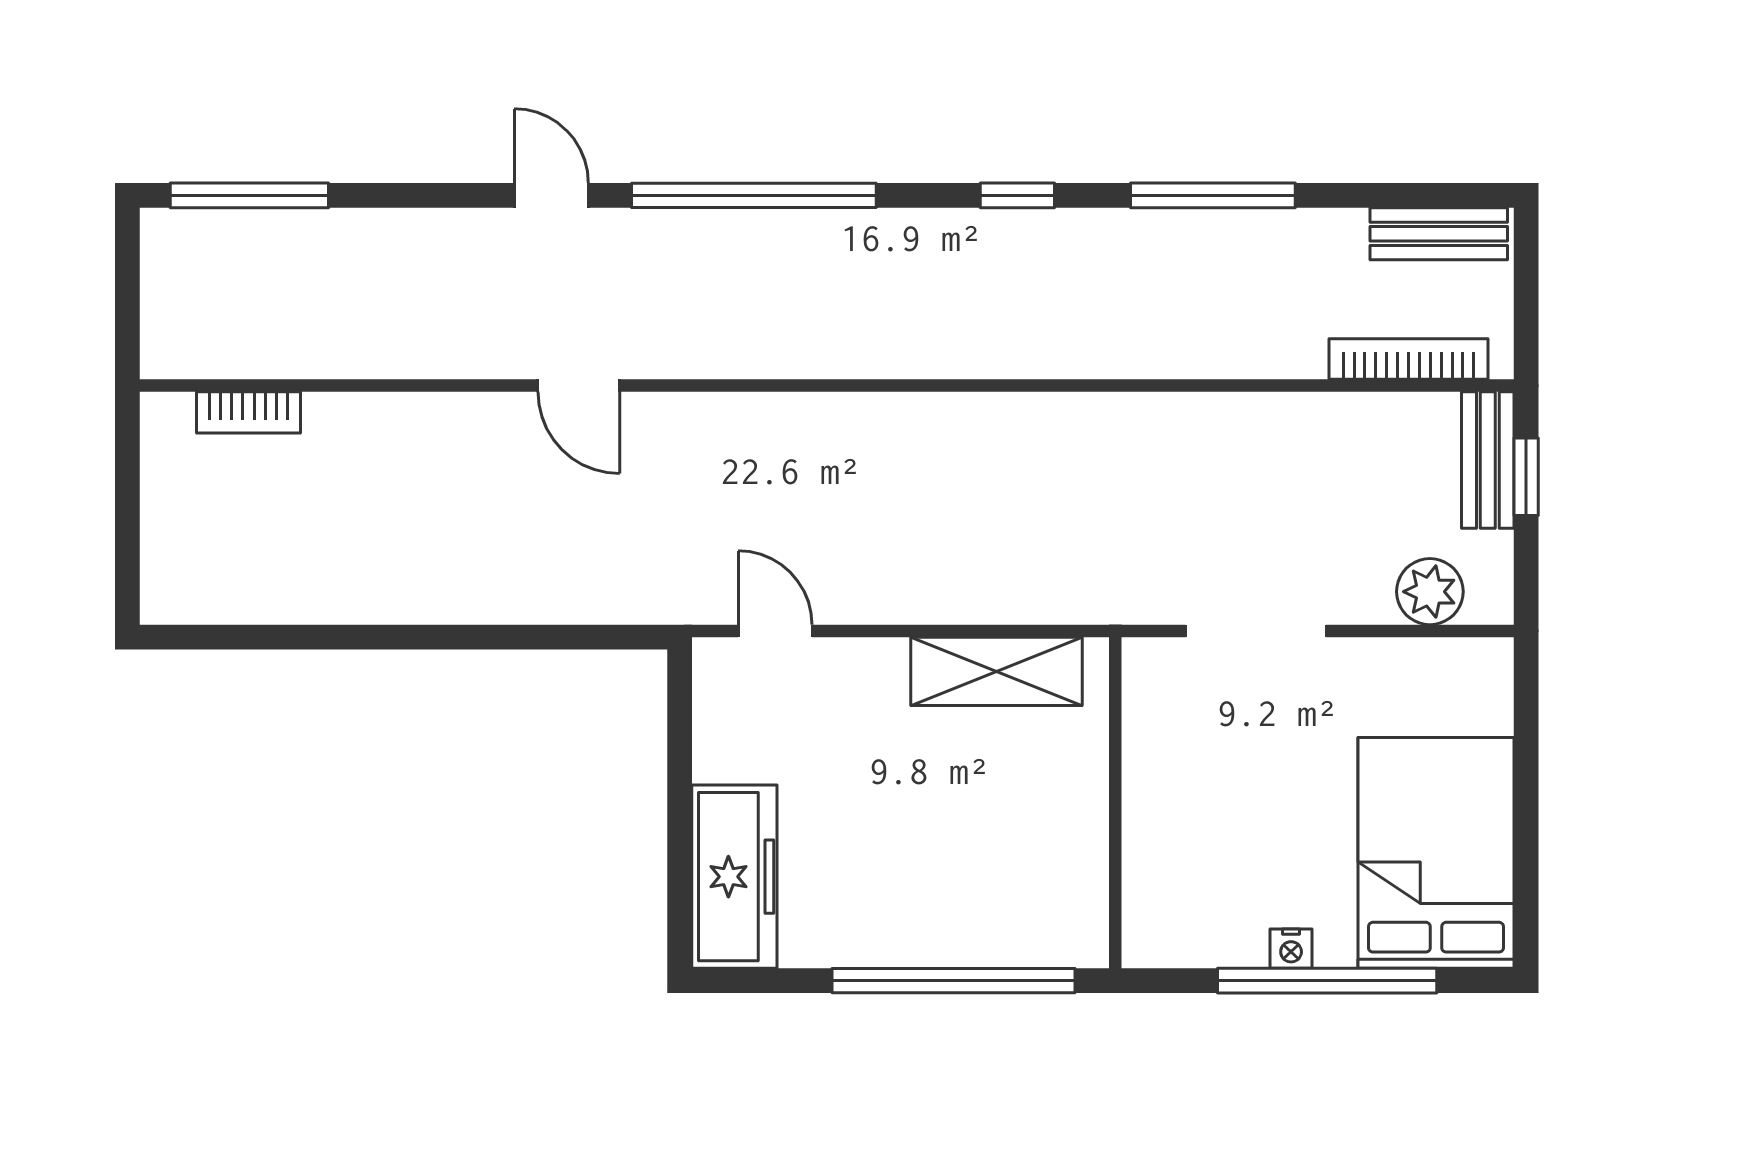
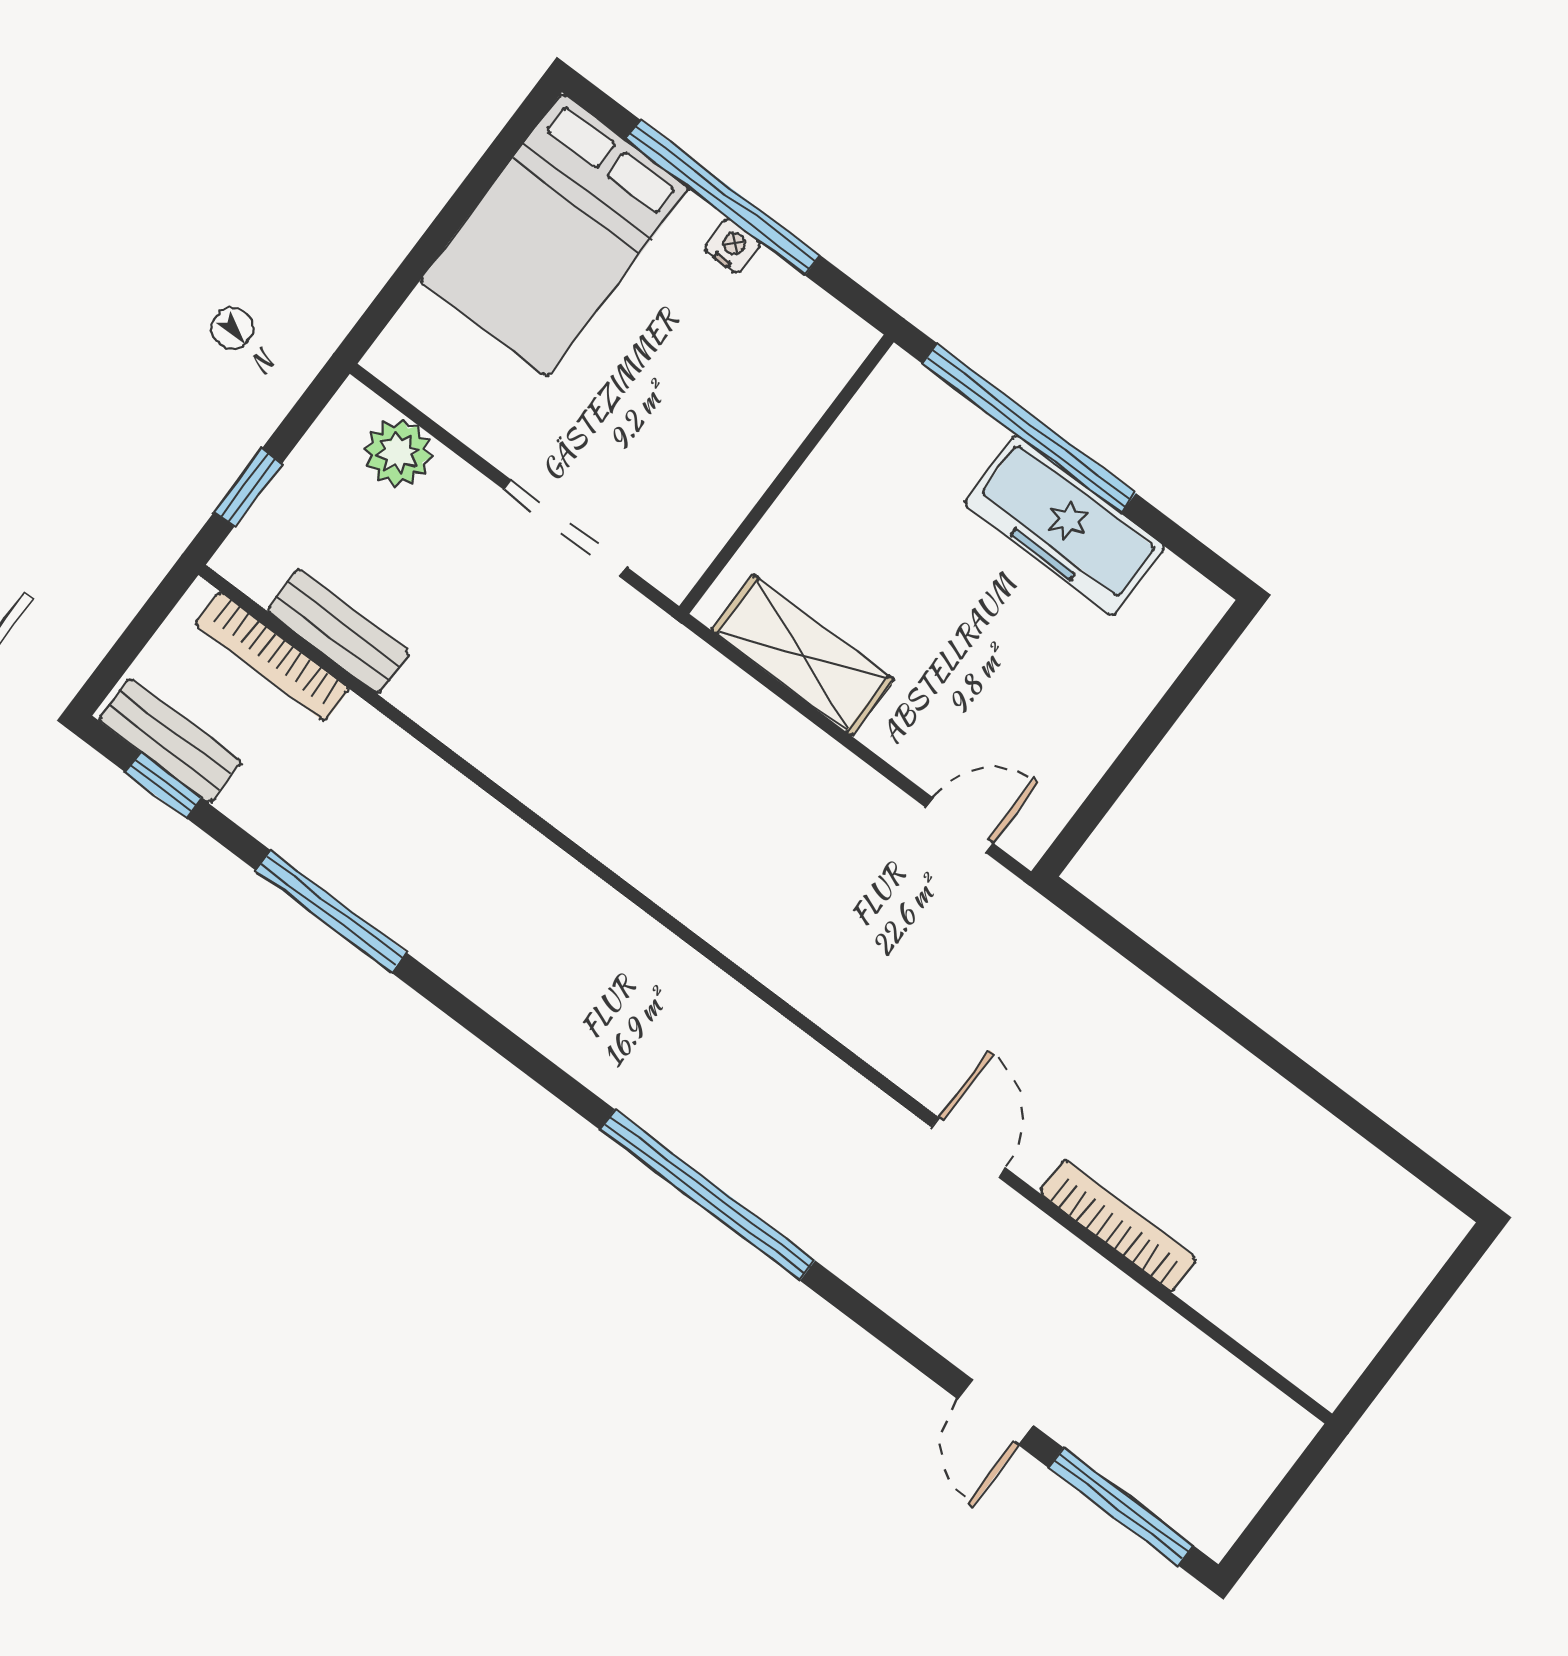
door: (551, 195) -> (996, 1412), moved
window: (1017, 195) -> (163, 785), moved
bookcase: (249, 412) -> (1118, 1226), moved, width x1.56
bench: (1488, 460) -> (338, 631), moved, turned 90
door: (775, 631) -> (959, 825), swing flipped
freezer: (734, 877) -> (1065, 526), moved, turned -90

